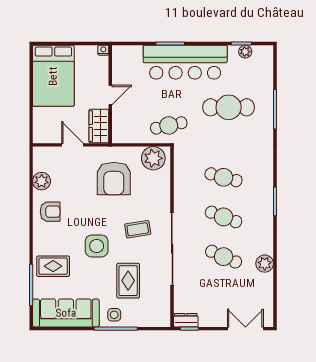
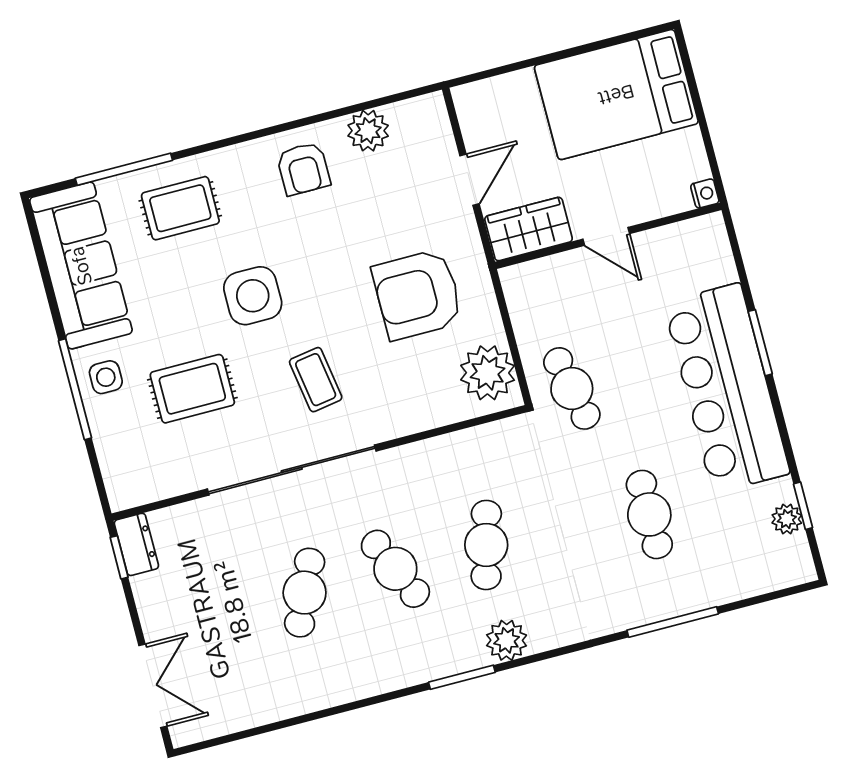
cafe table: (229, 107) -> (649, 514), width x0.73, depth x0.74
cafe table: (224, 217) -> (395, 569), turned -45
plant: (265, 264) -> (507, 640), moved
rug: (53, 266) -> (180, 208), turned 90

